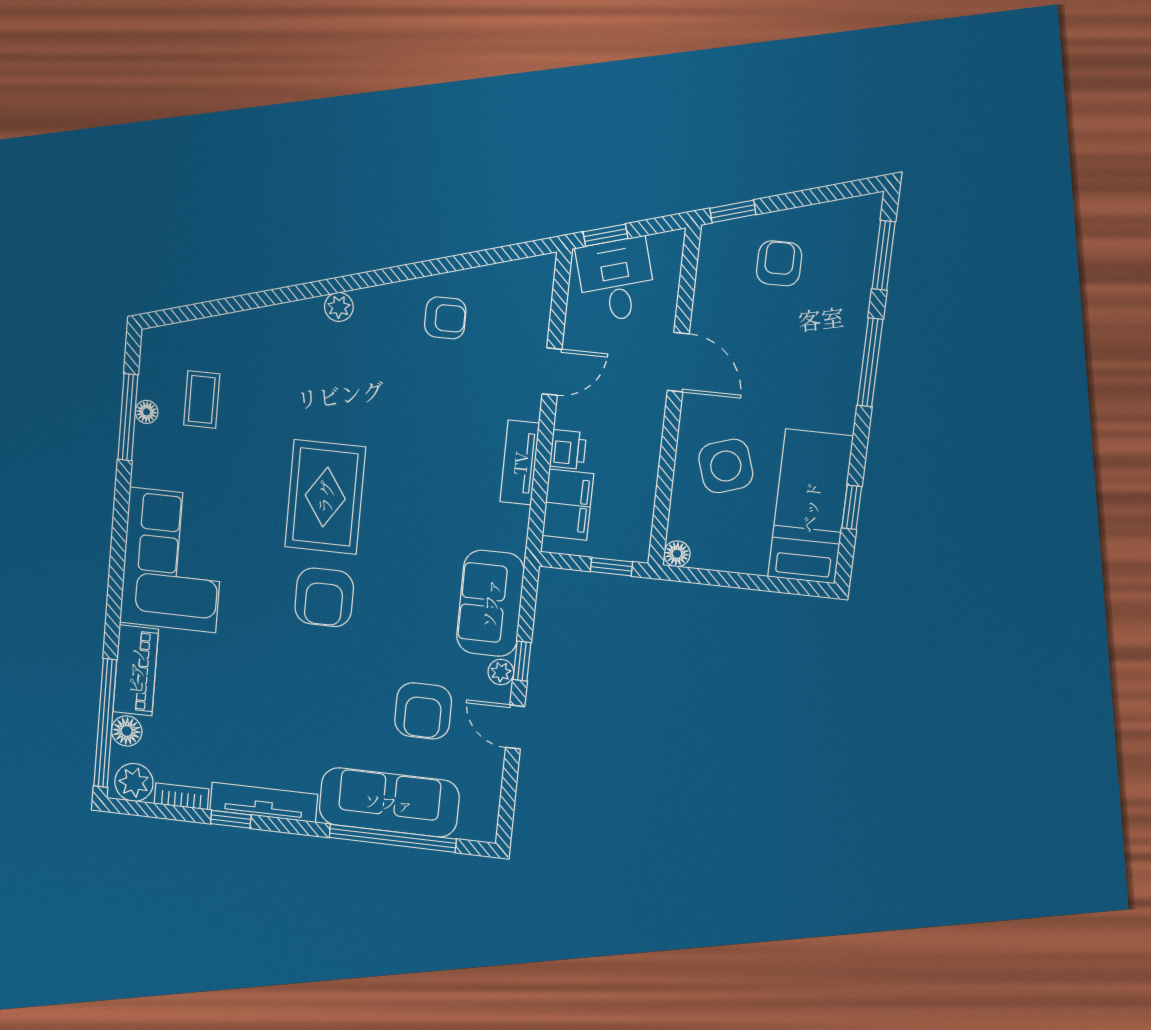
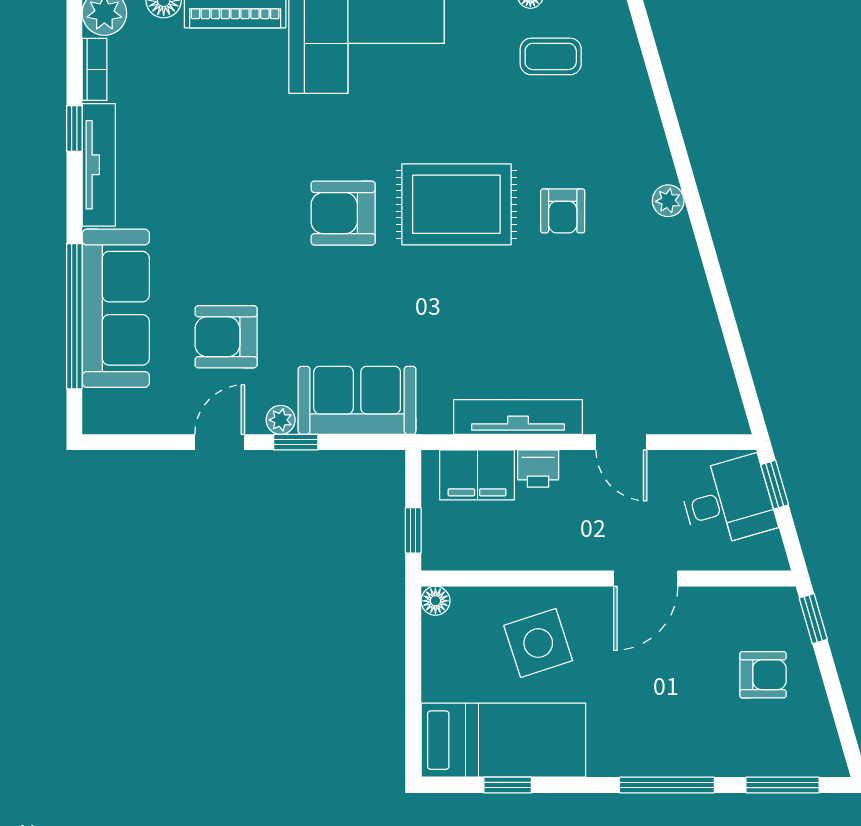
armchair: (445, 318) -> (563, 211), moved
tv unit: (520, 463) -> (518, 417), width x1.41

